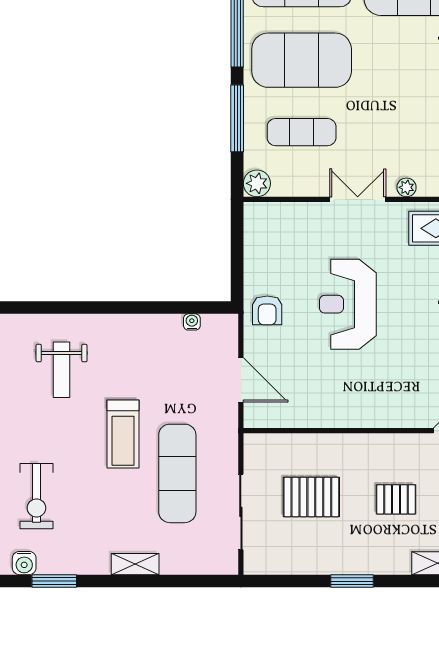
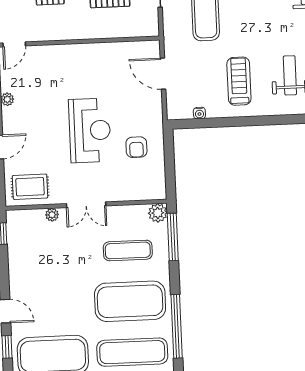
window: (237, 118) -> (173, 237), moved
armchair: (267, 310) -> (136, 147), moved, turned 180
treadmill: (123, 434) -> (239, 81), moved

